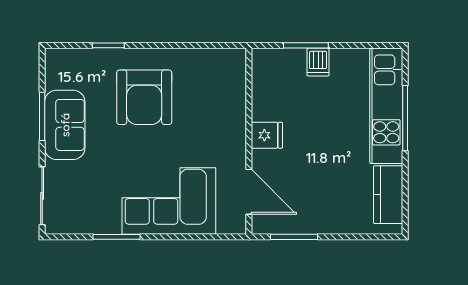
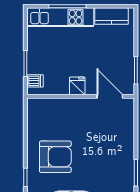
dishwasher: (318, 62) -> (35, 81), moved
door: (249, 192) -> (110, 96), hinge flipped
corner sofa: (169, 201) -> (115, 143), removed

